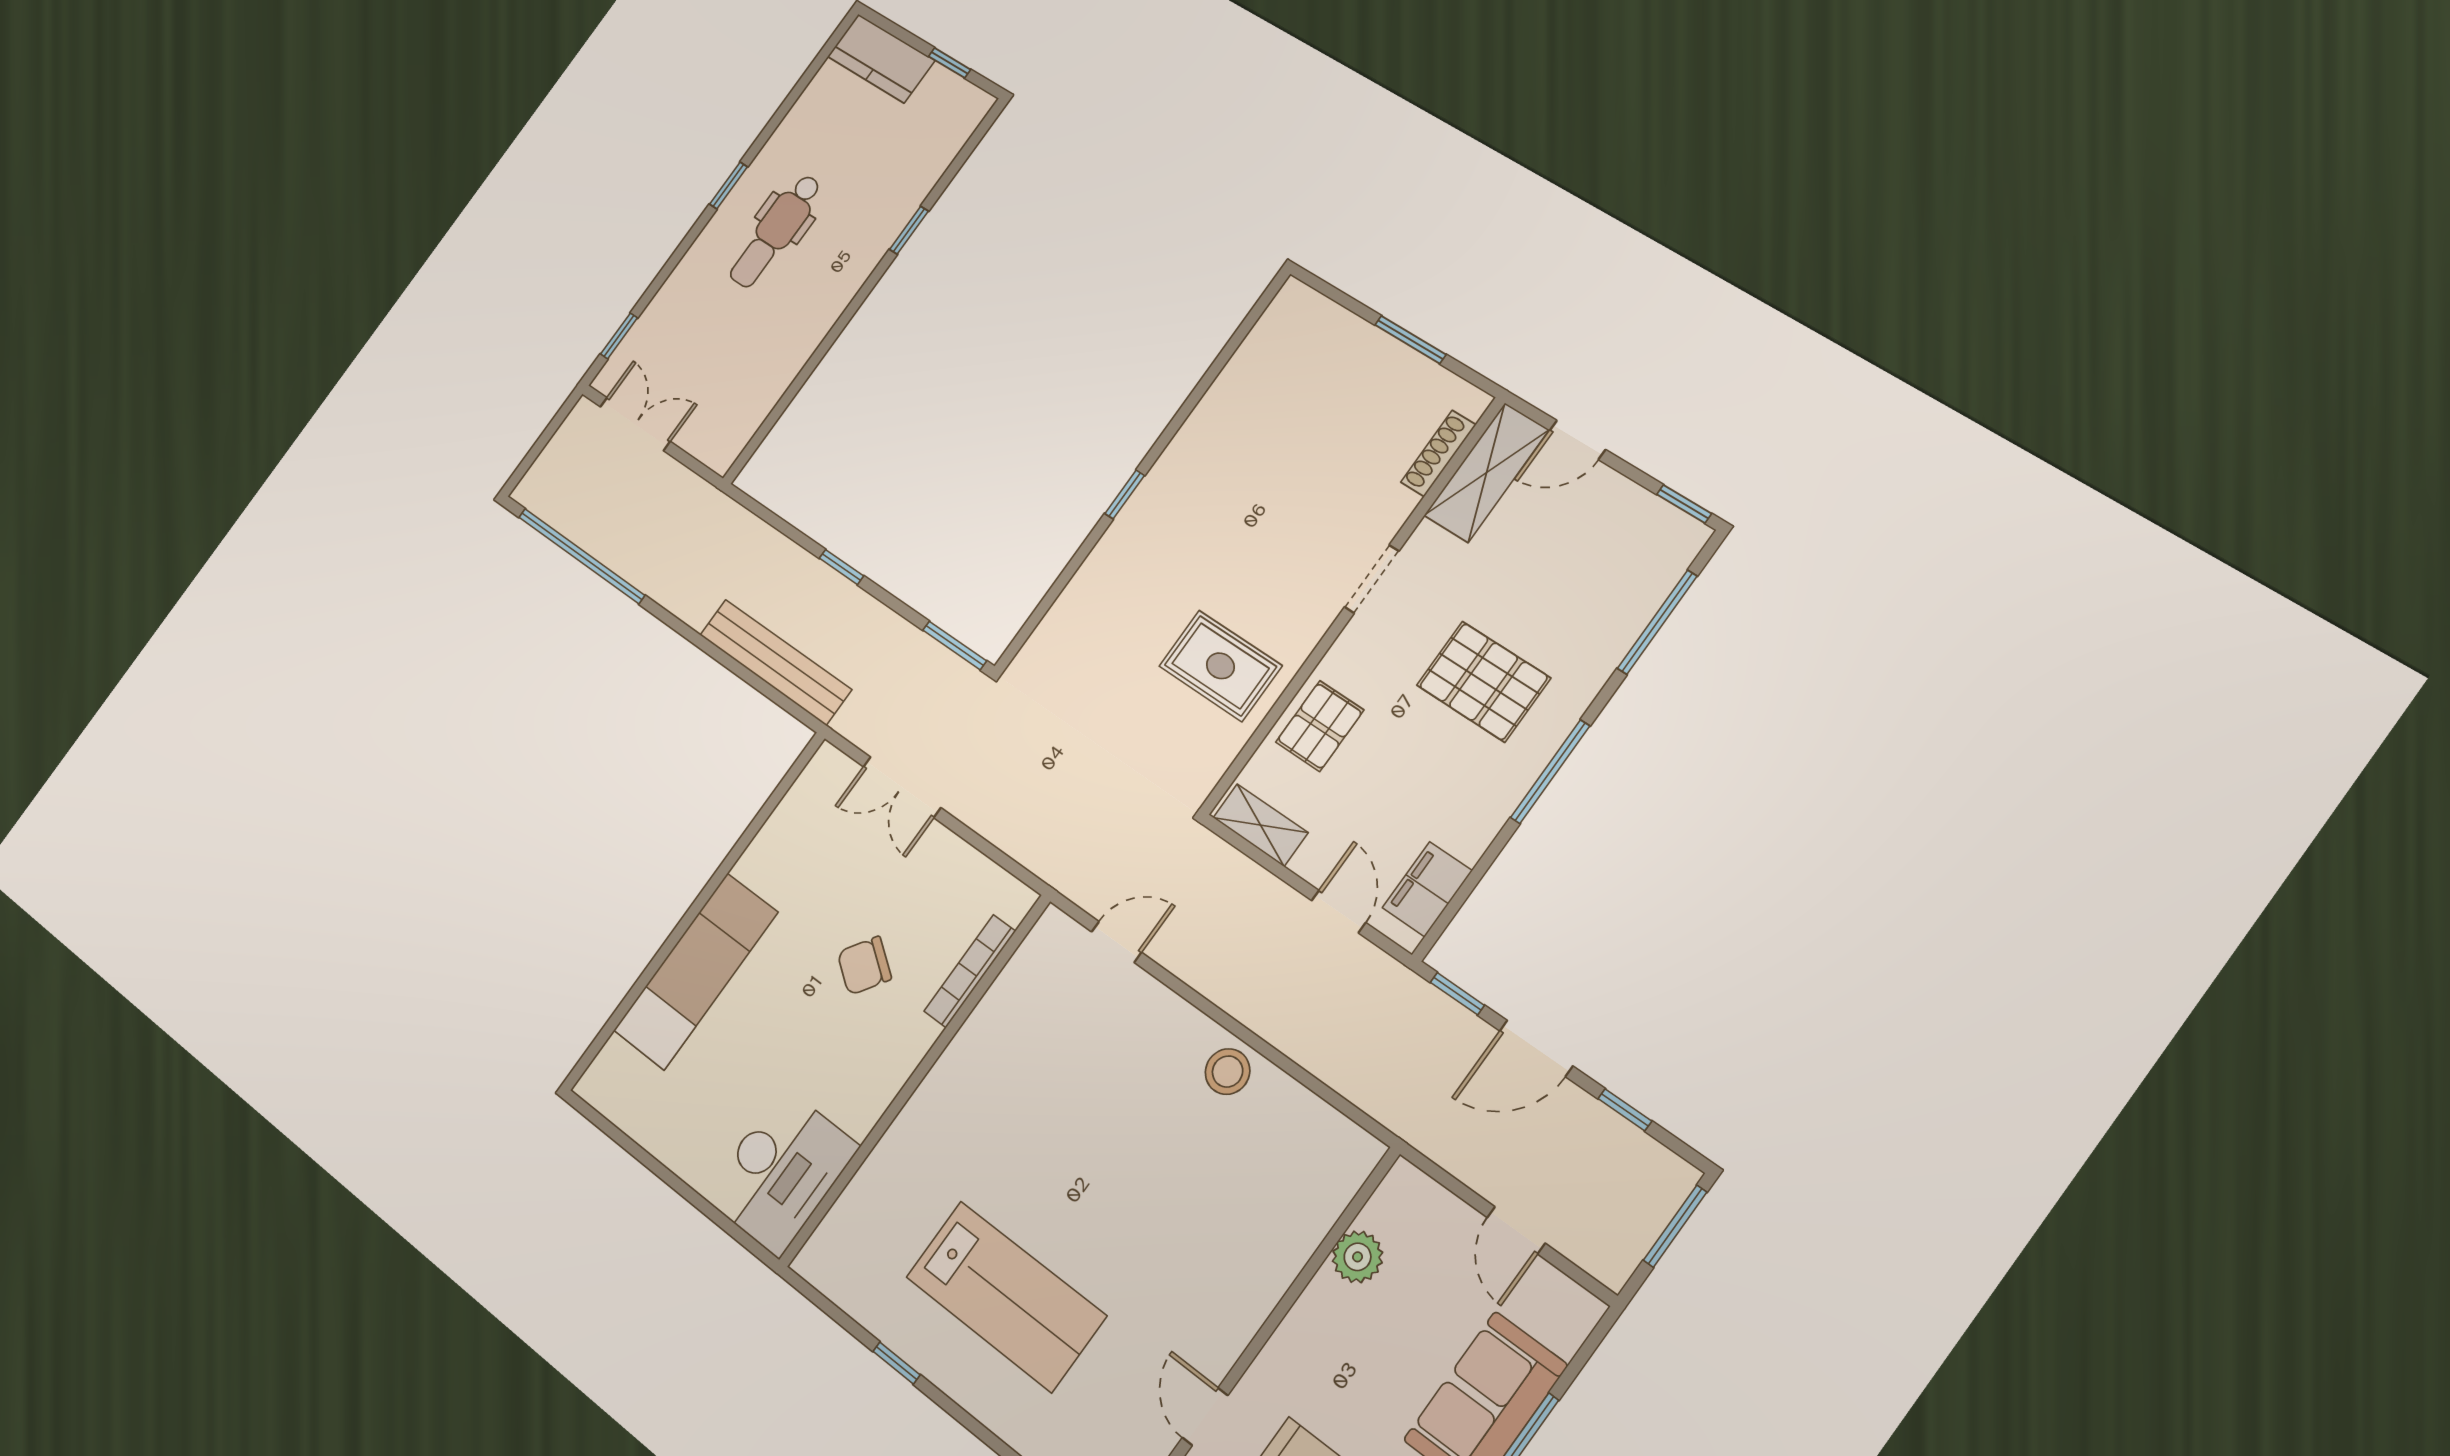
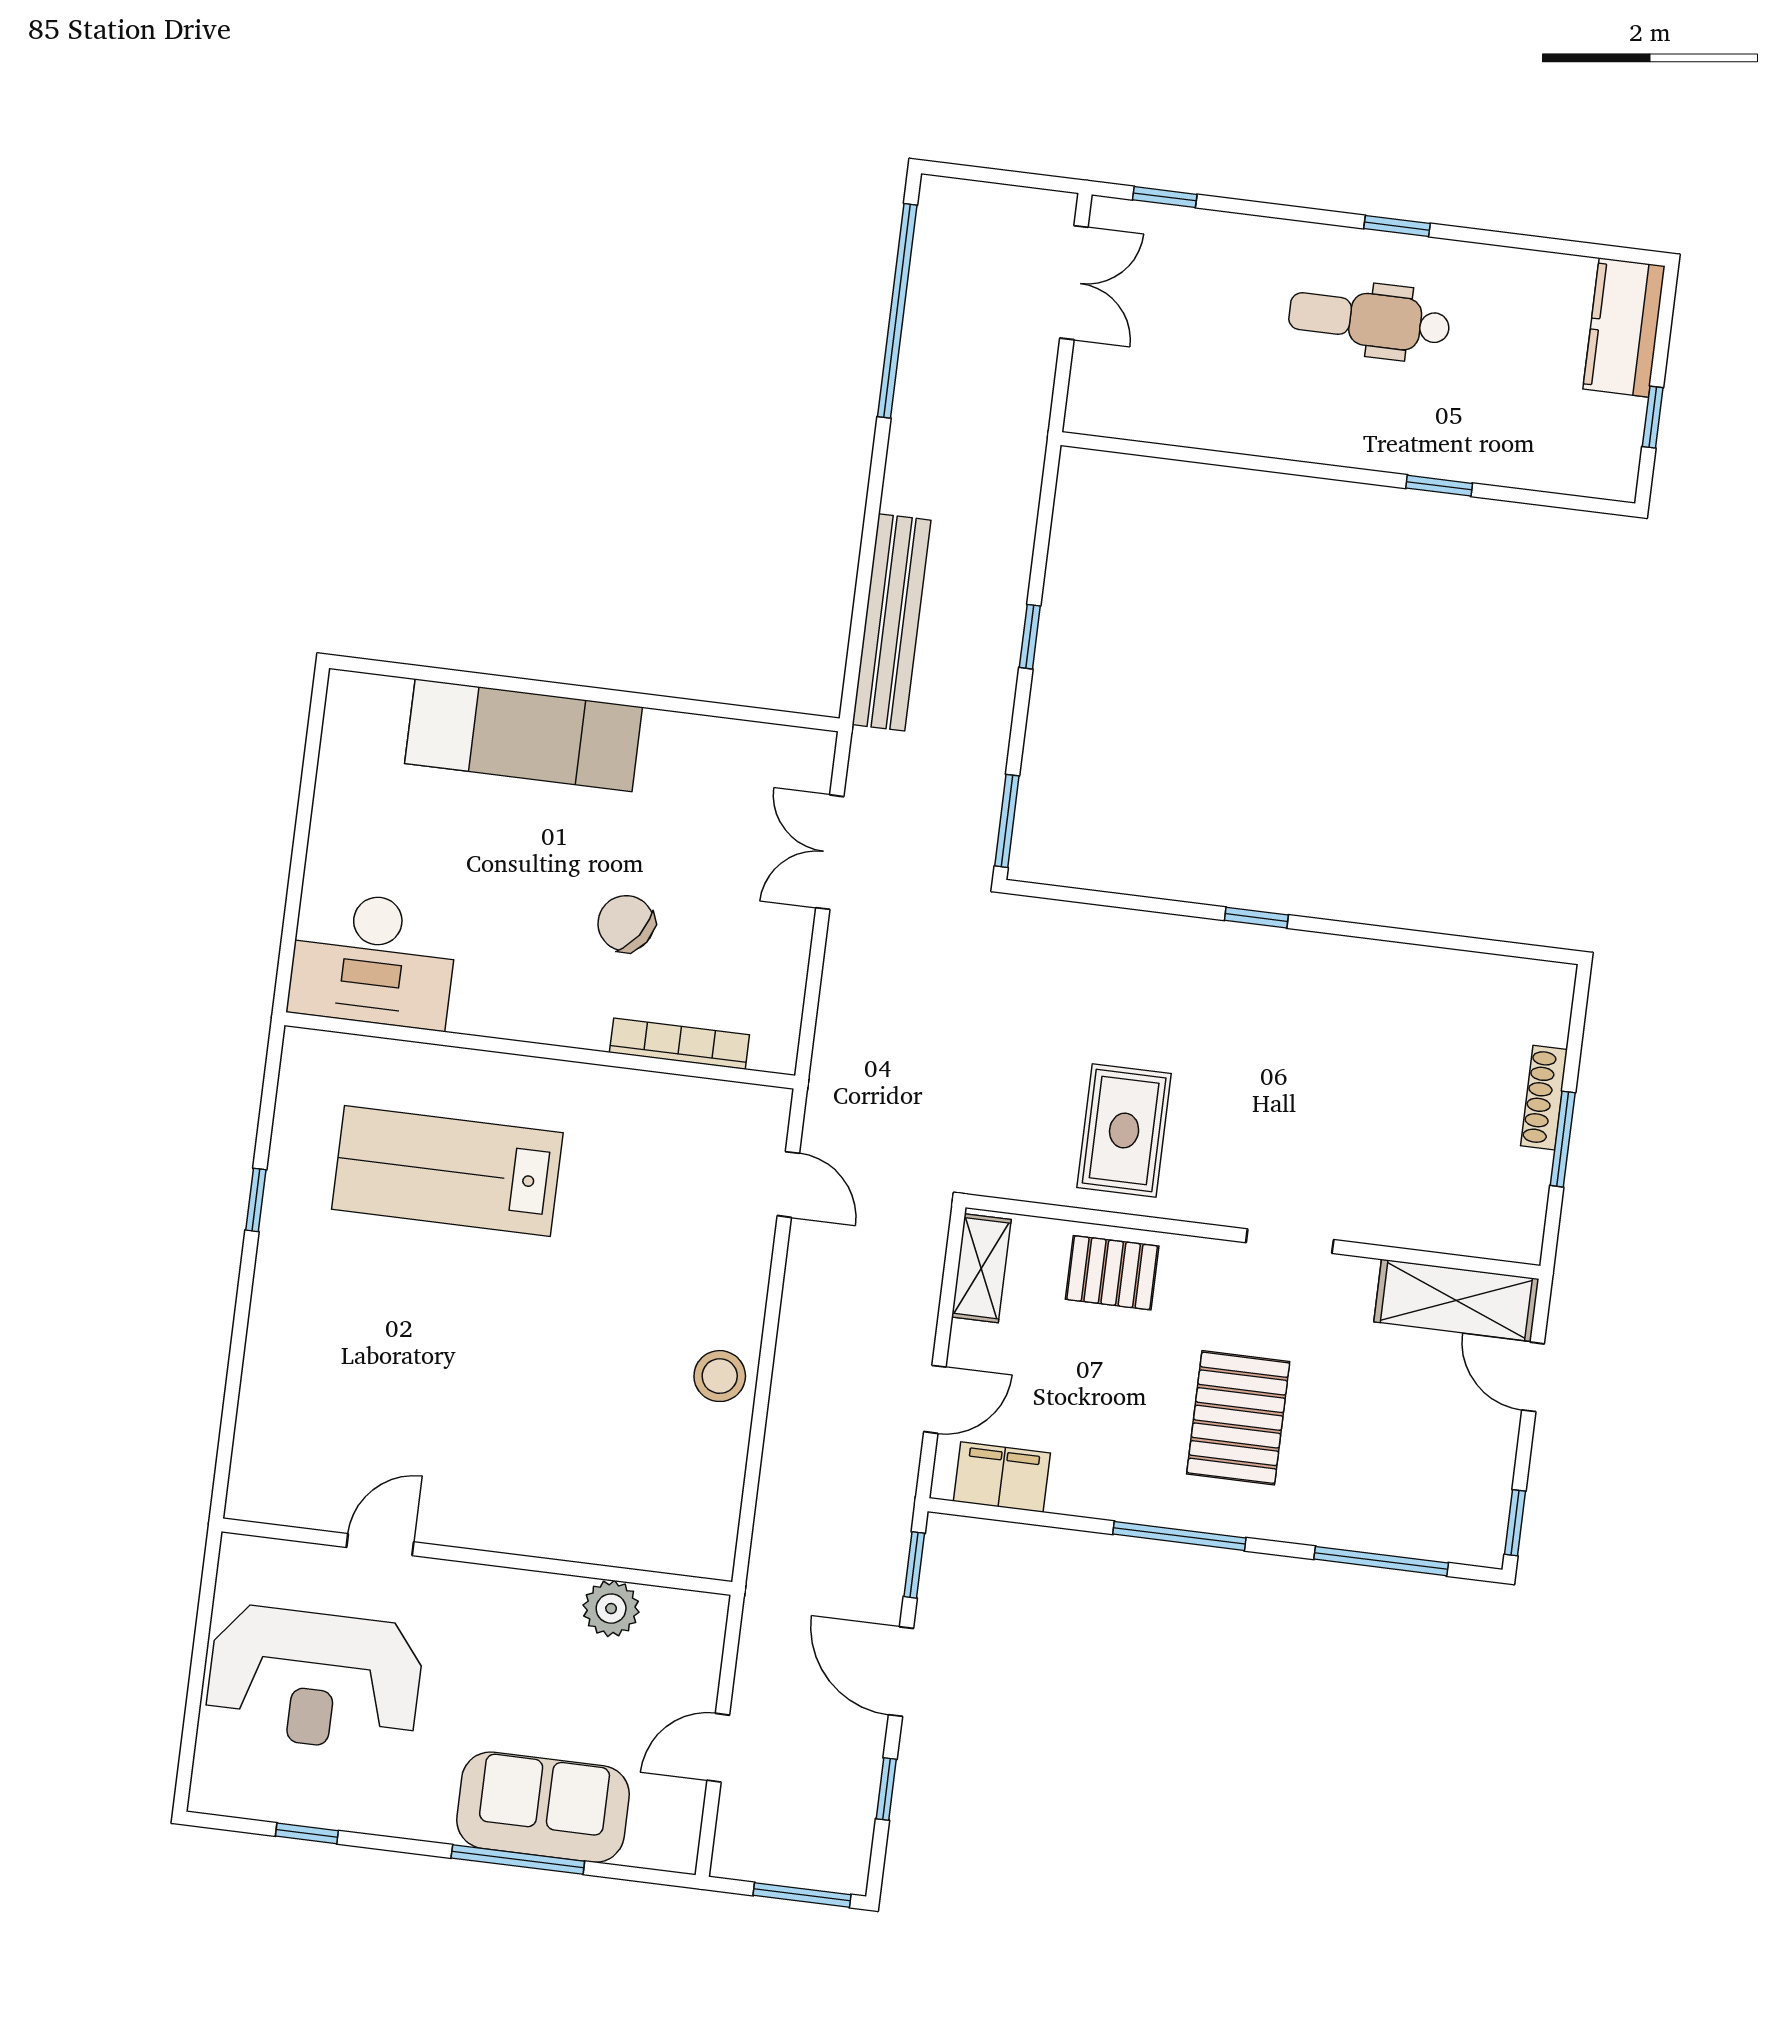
shoe rack: (1438, 453) -> (1544, 1098), moved, turned -90
lab bench: (1006, 1296) -> (447, 1171), moved, turned 90

